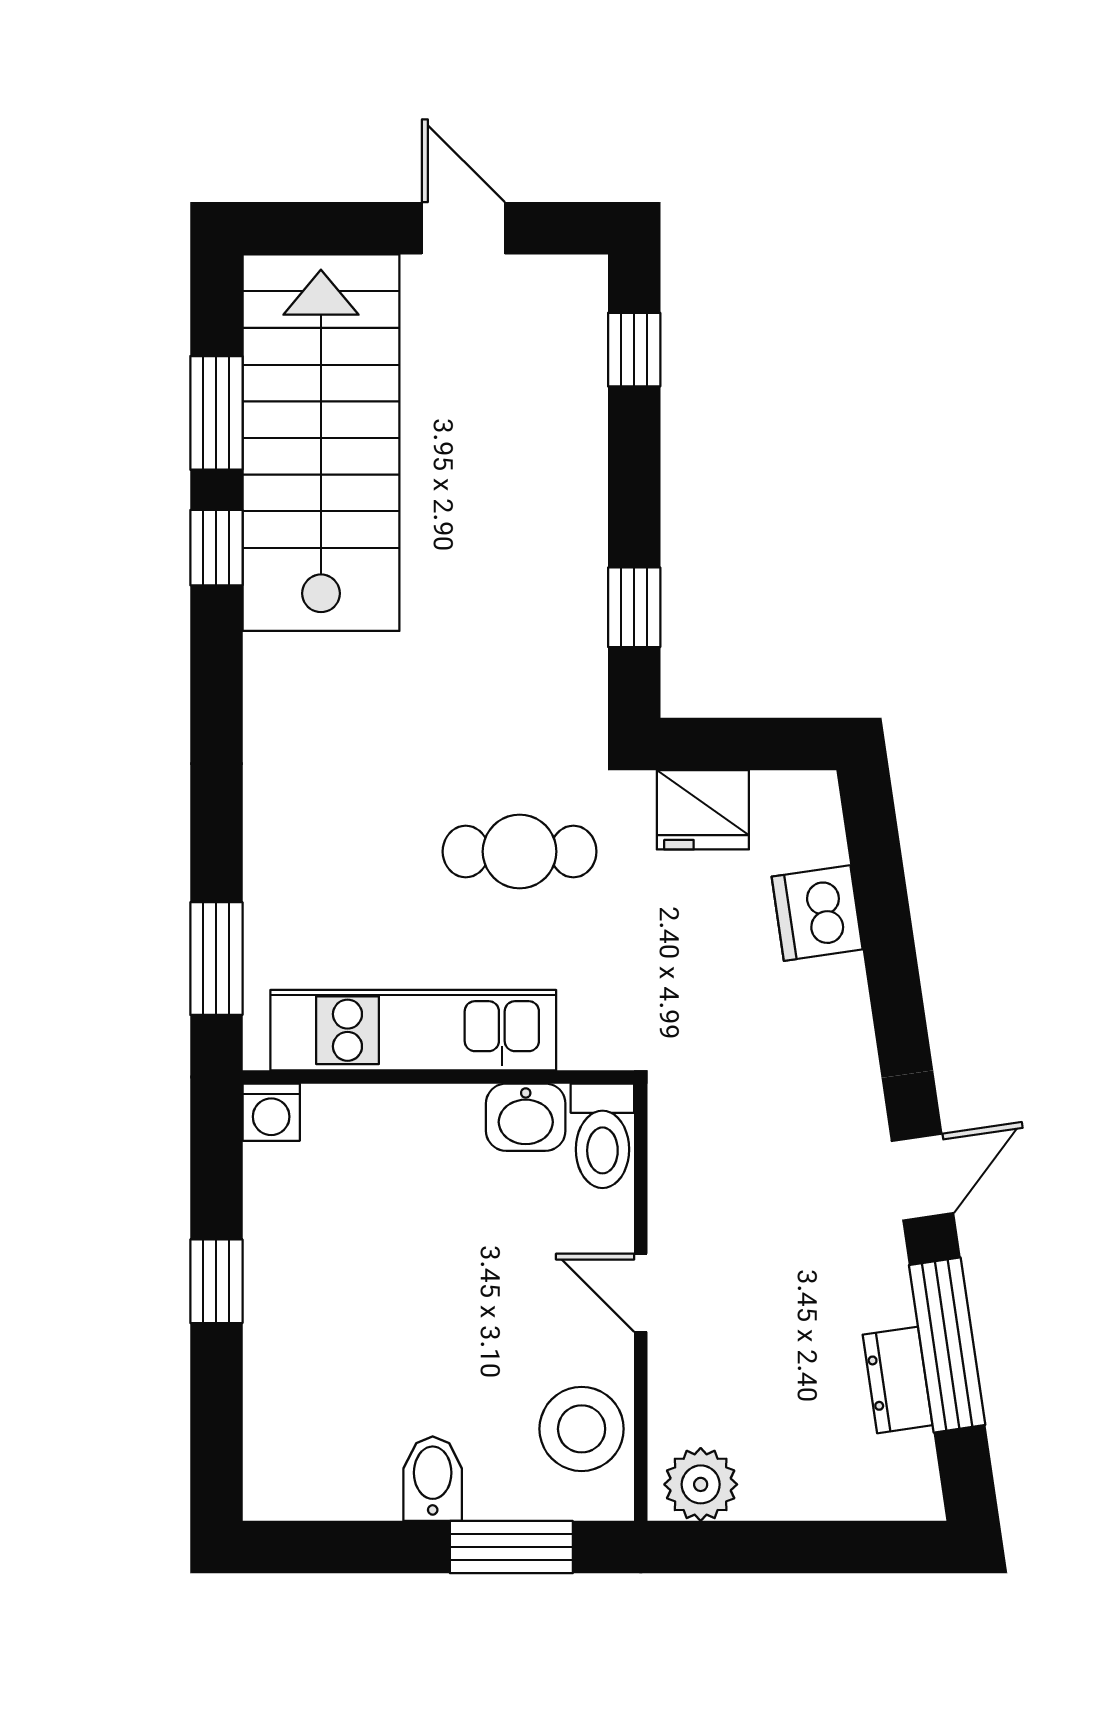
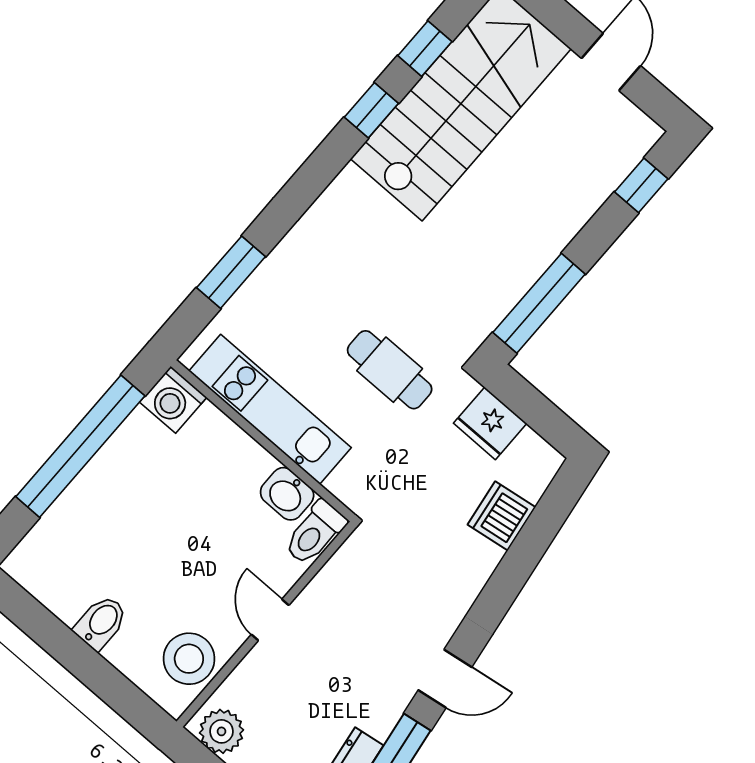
window: (216, 413) -> (425, 49), width x0.67
window: (634, 607) -> (539, 303), width x2.17
window: (216, 959) -> (231, 272), moved
washing machine: (271, 1112) -> (173, 400), width x1.38, depth x1.38
window: (216, 1281) -> (80, 446), width x3.17
window: (511, 1547) -> (110, 685), removed

